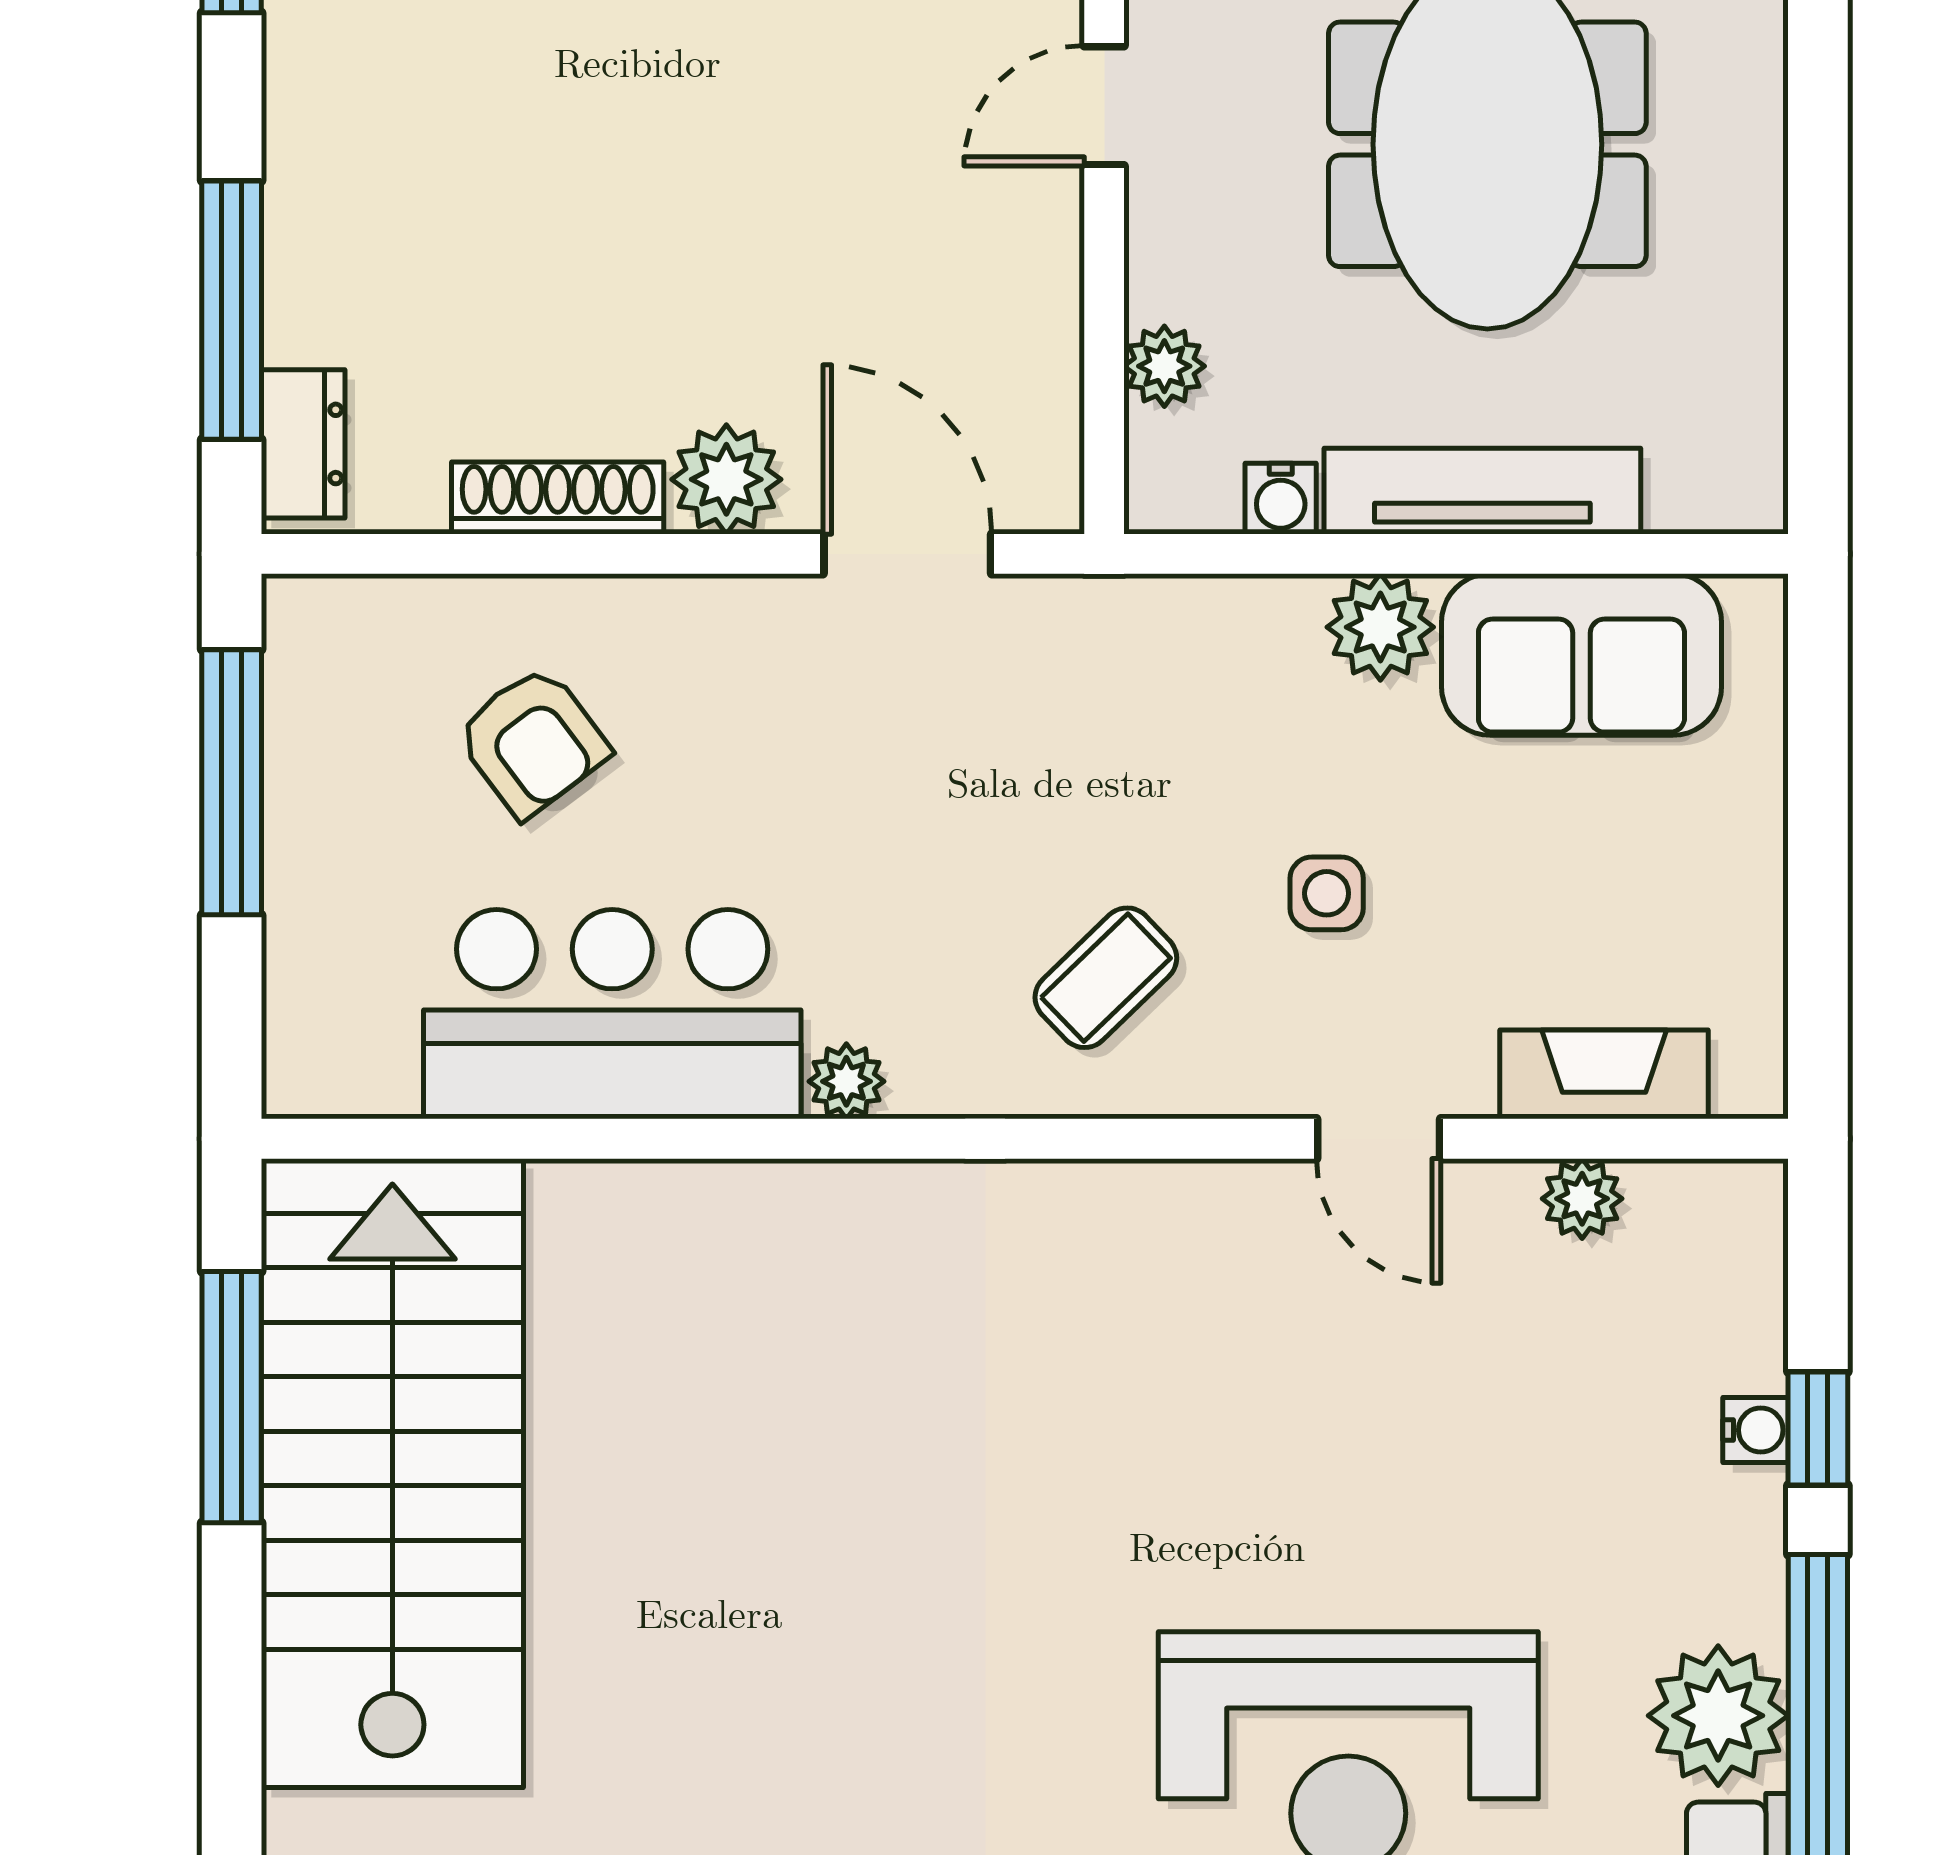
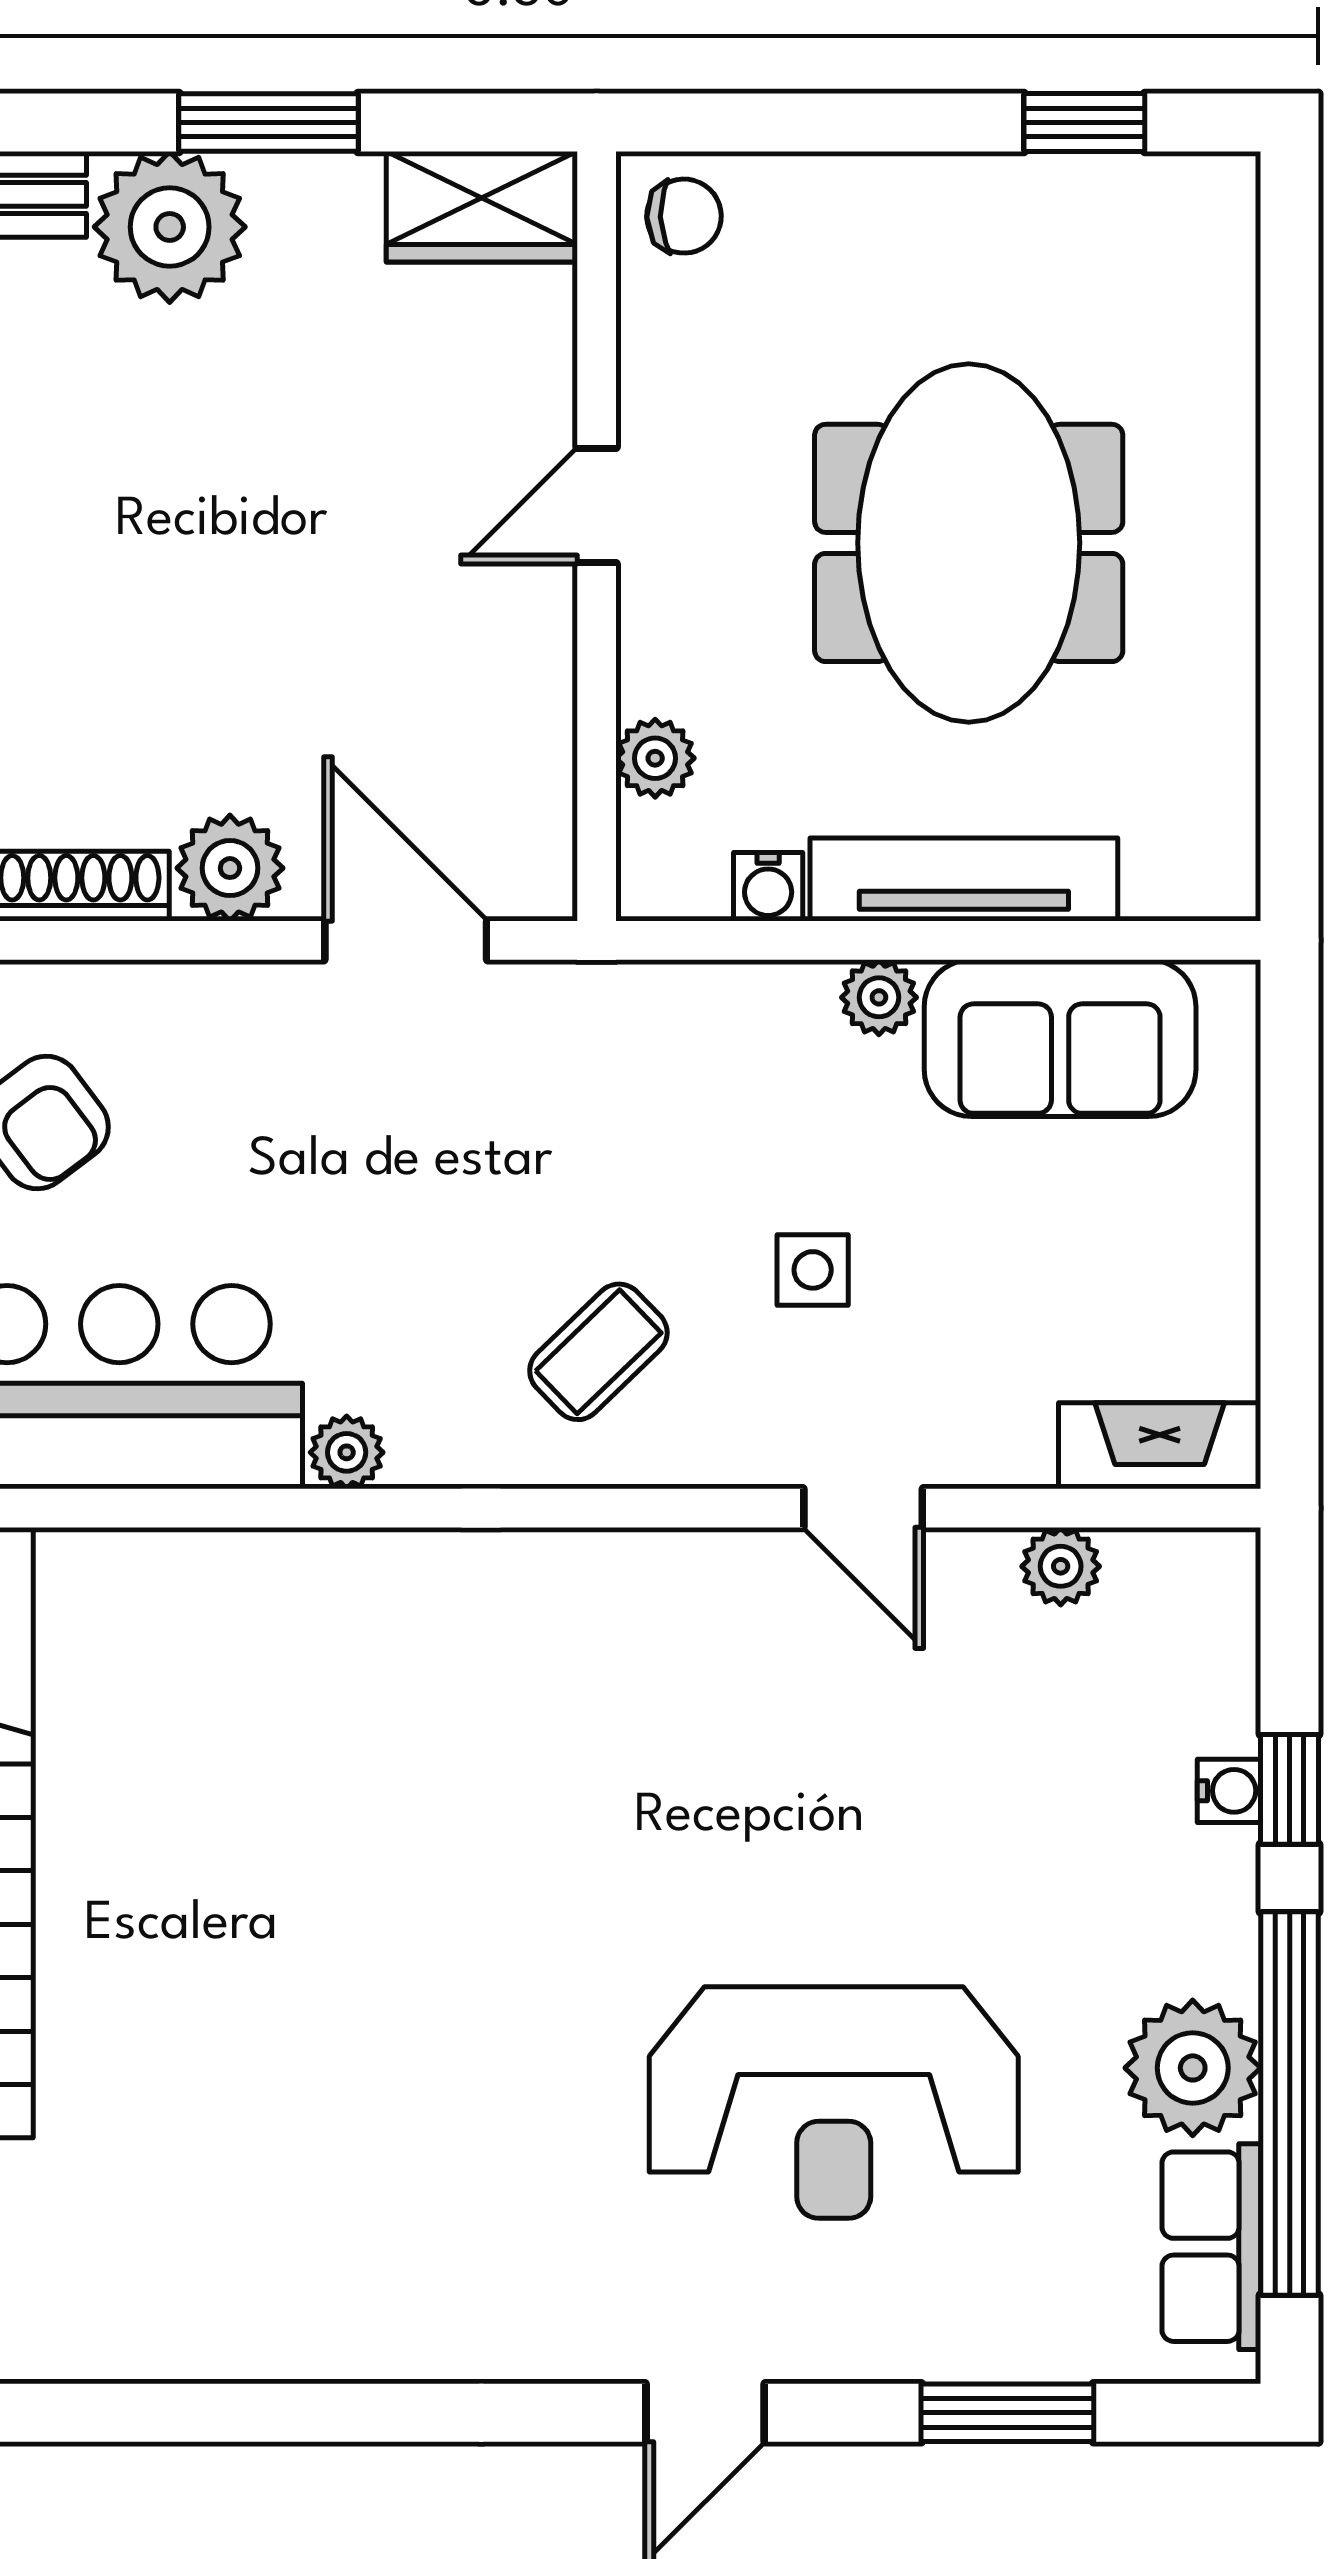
plant: (1380, 627) -> (879, 997), width x0.73, depth x0.73
fireplace: (1604, 1074) -> (1160, 1446), moved

